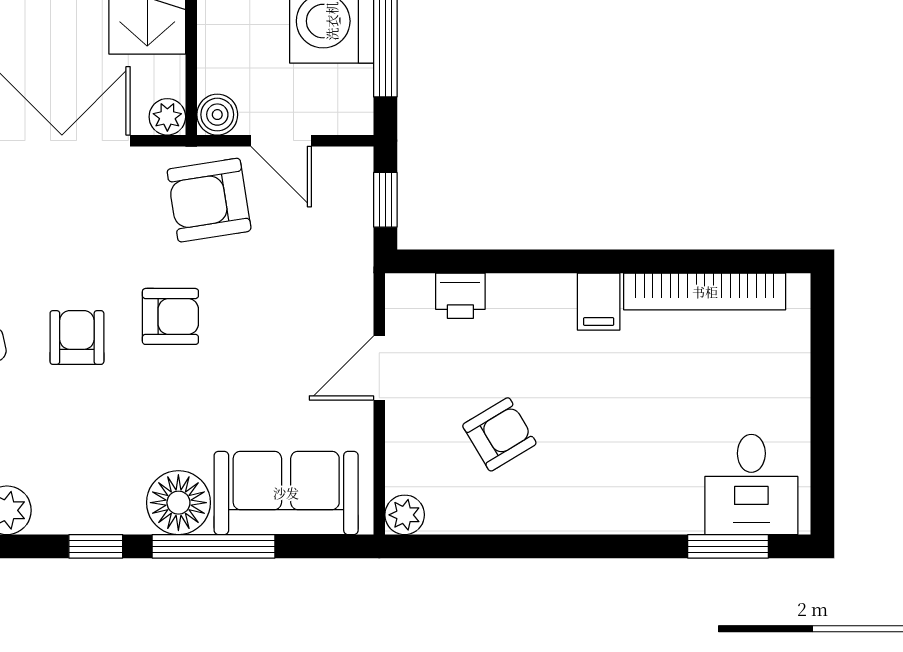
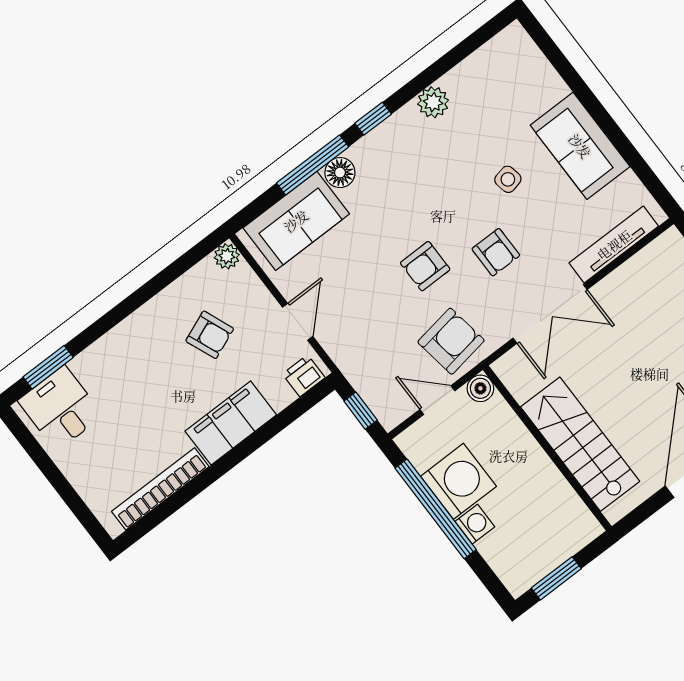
plant: (167, 117) -> (505, 368), removed
printer: (460, 296) -> (304, 376), moved
filing cabinet: (599, 302) -> (231, 423), width x3.00, depth x1.17
armchair: (77, 337) -> (496, 252), moved
armchair: (499, 434) -> (210, 335), turned -81
floor lamp: (178, 503) -> (340, 173), width x0.73, depth x0.73

